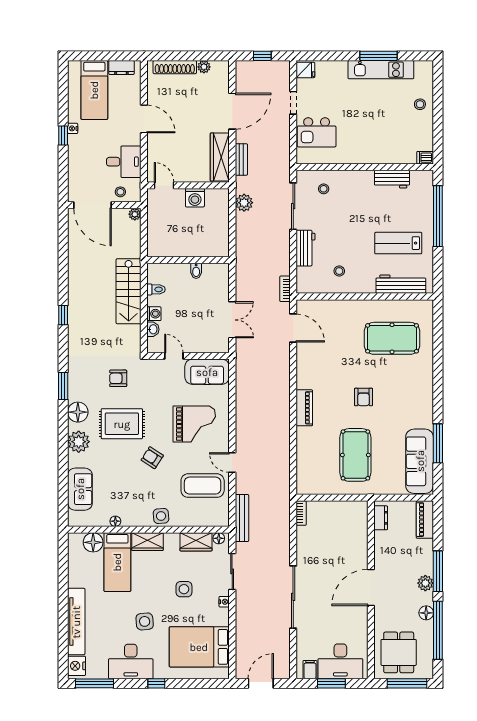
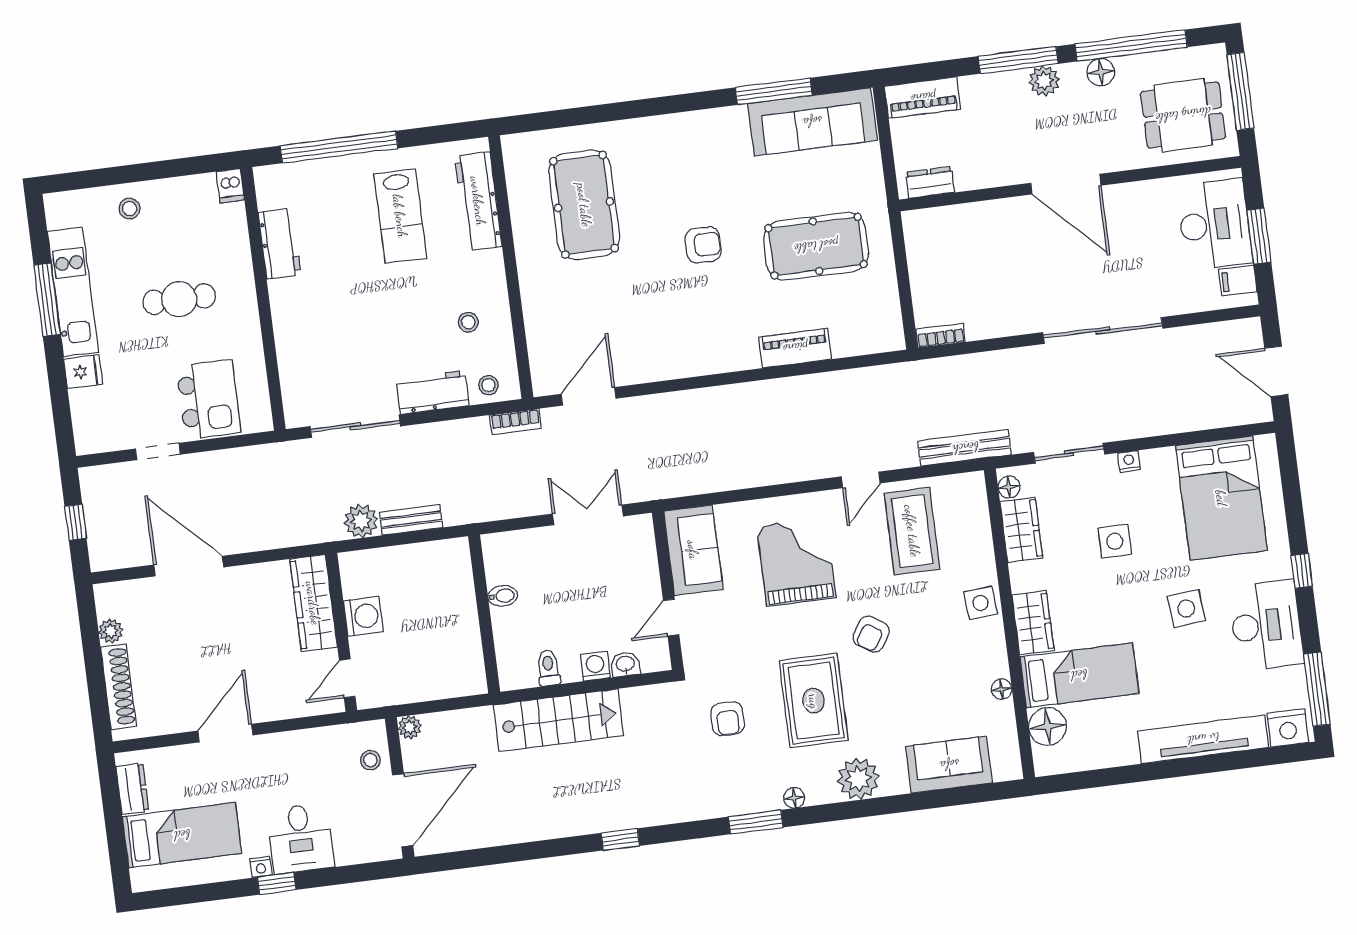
fridge: (305, 70) -> (83, 372), moved, turned 90
cafe table: (370, 124) -> (179, 299), added
wardrobe: (220, 157) -> (313, 603), moved, turned 90
bench: (241, 159) -> (411, 520), moved
desk: (124, 162) -> (300, 838), moved, turned 180
stool: (324, 189) -> (488, 385), moved
piano: (304, 408) -> (795, 348), moved
floor lamp: (78, 412) -> (794, 798), width x0.53, depth x0.53

